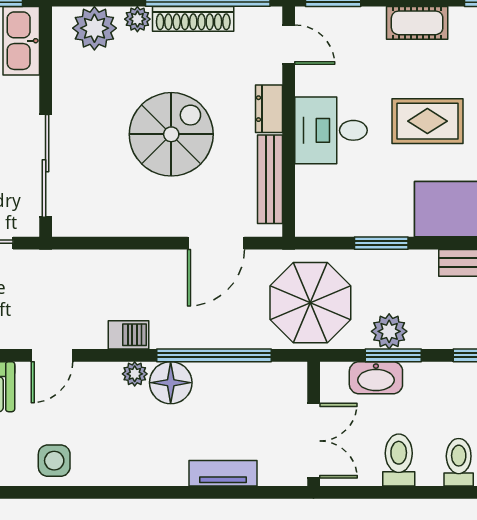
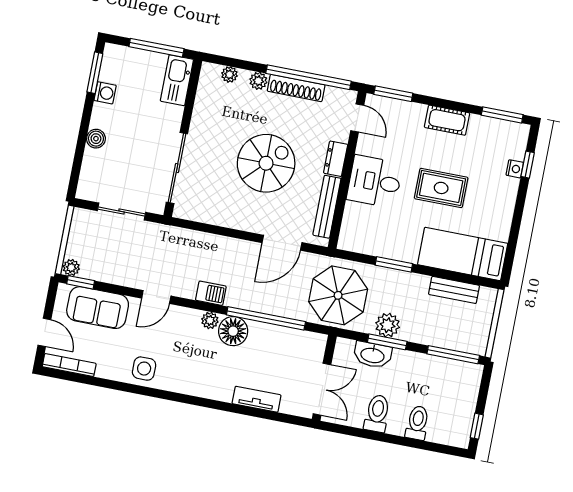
plant: (94, 28) -> (229, 74), width x0.53, depth x0.53

